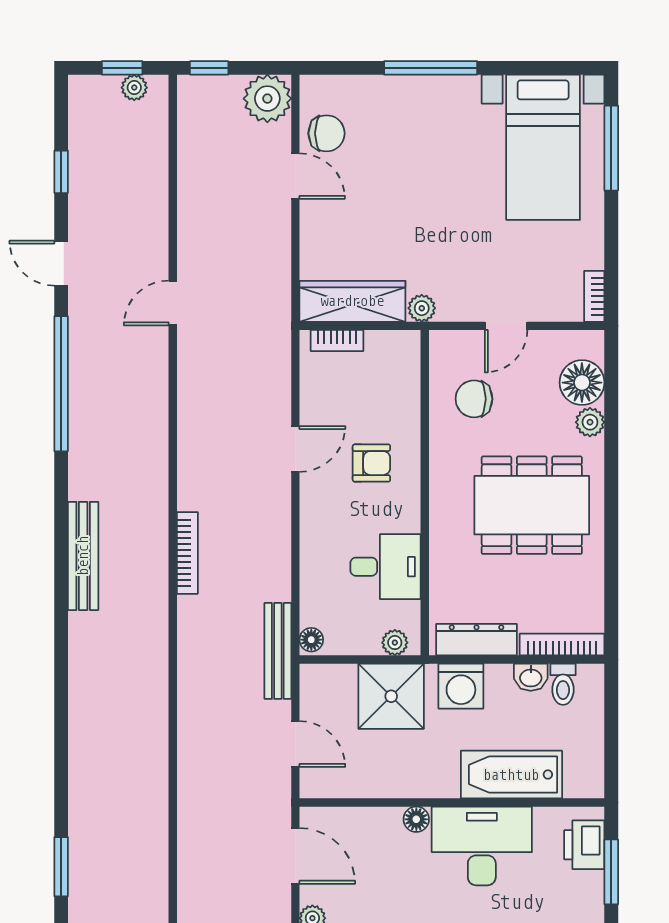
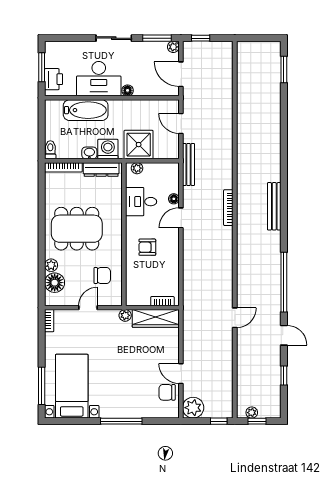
door: (295, 449) -> (181, 218), moved
floor lamp: (311, 640) -> (174, 199), moved
washbasin: (531, 677) -> (89, 153), moved
toilet: (563, 684) -> (50, 150), moved

